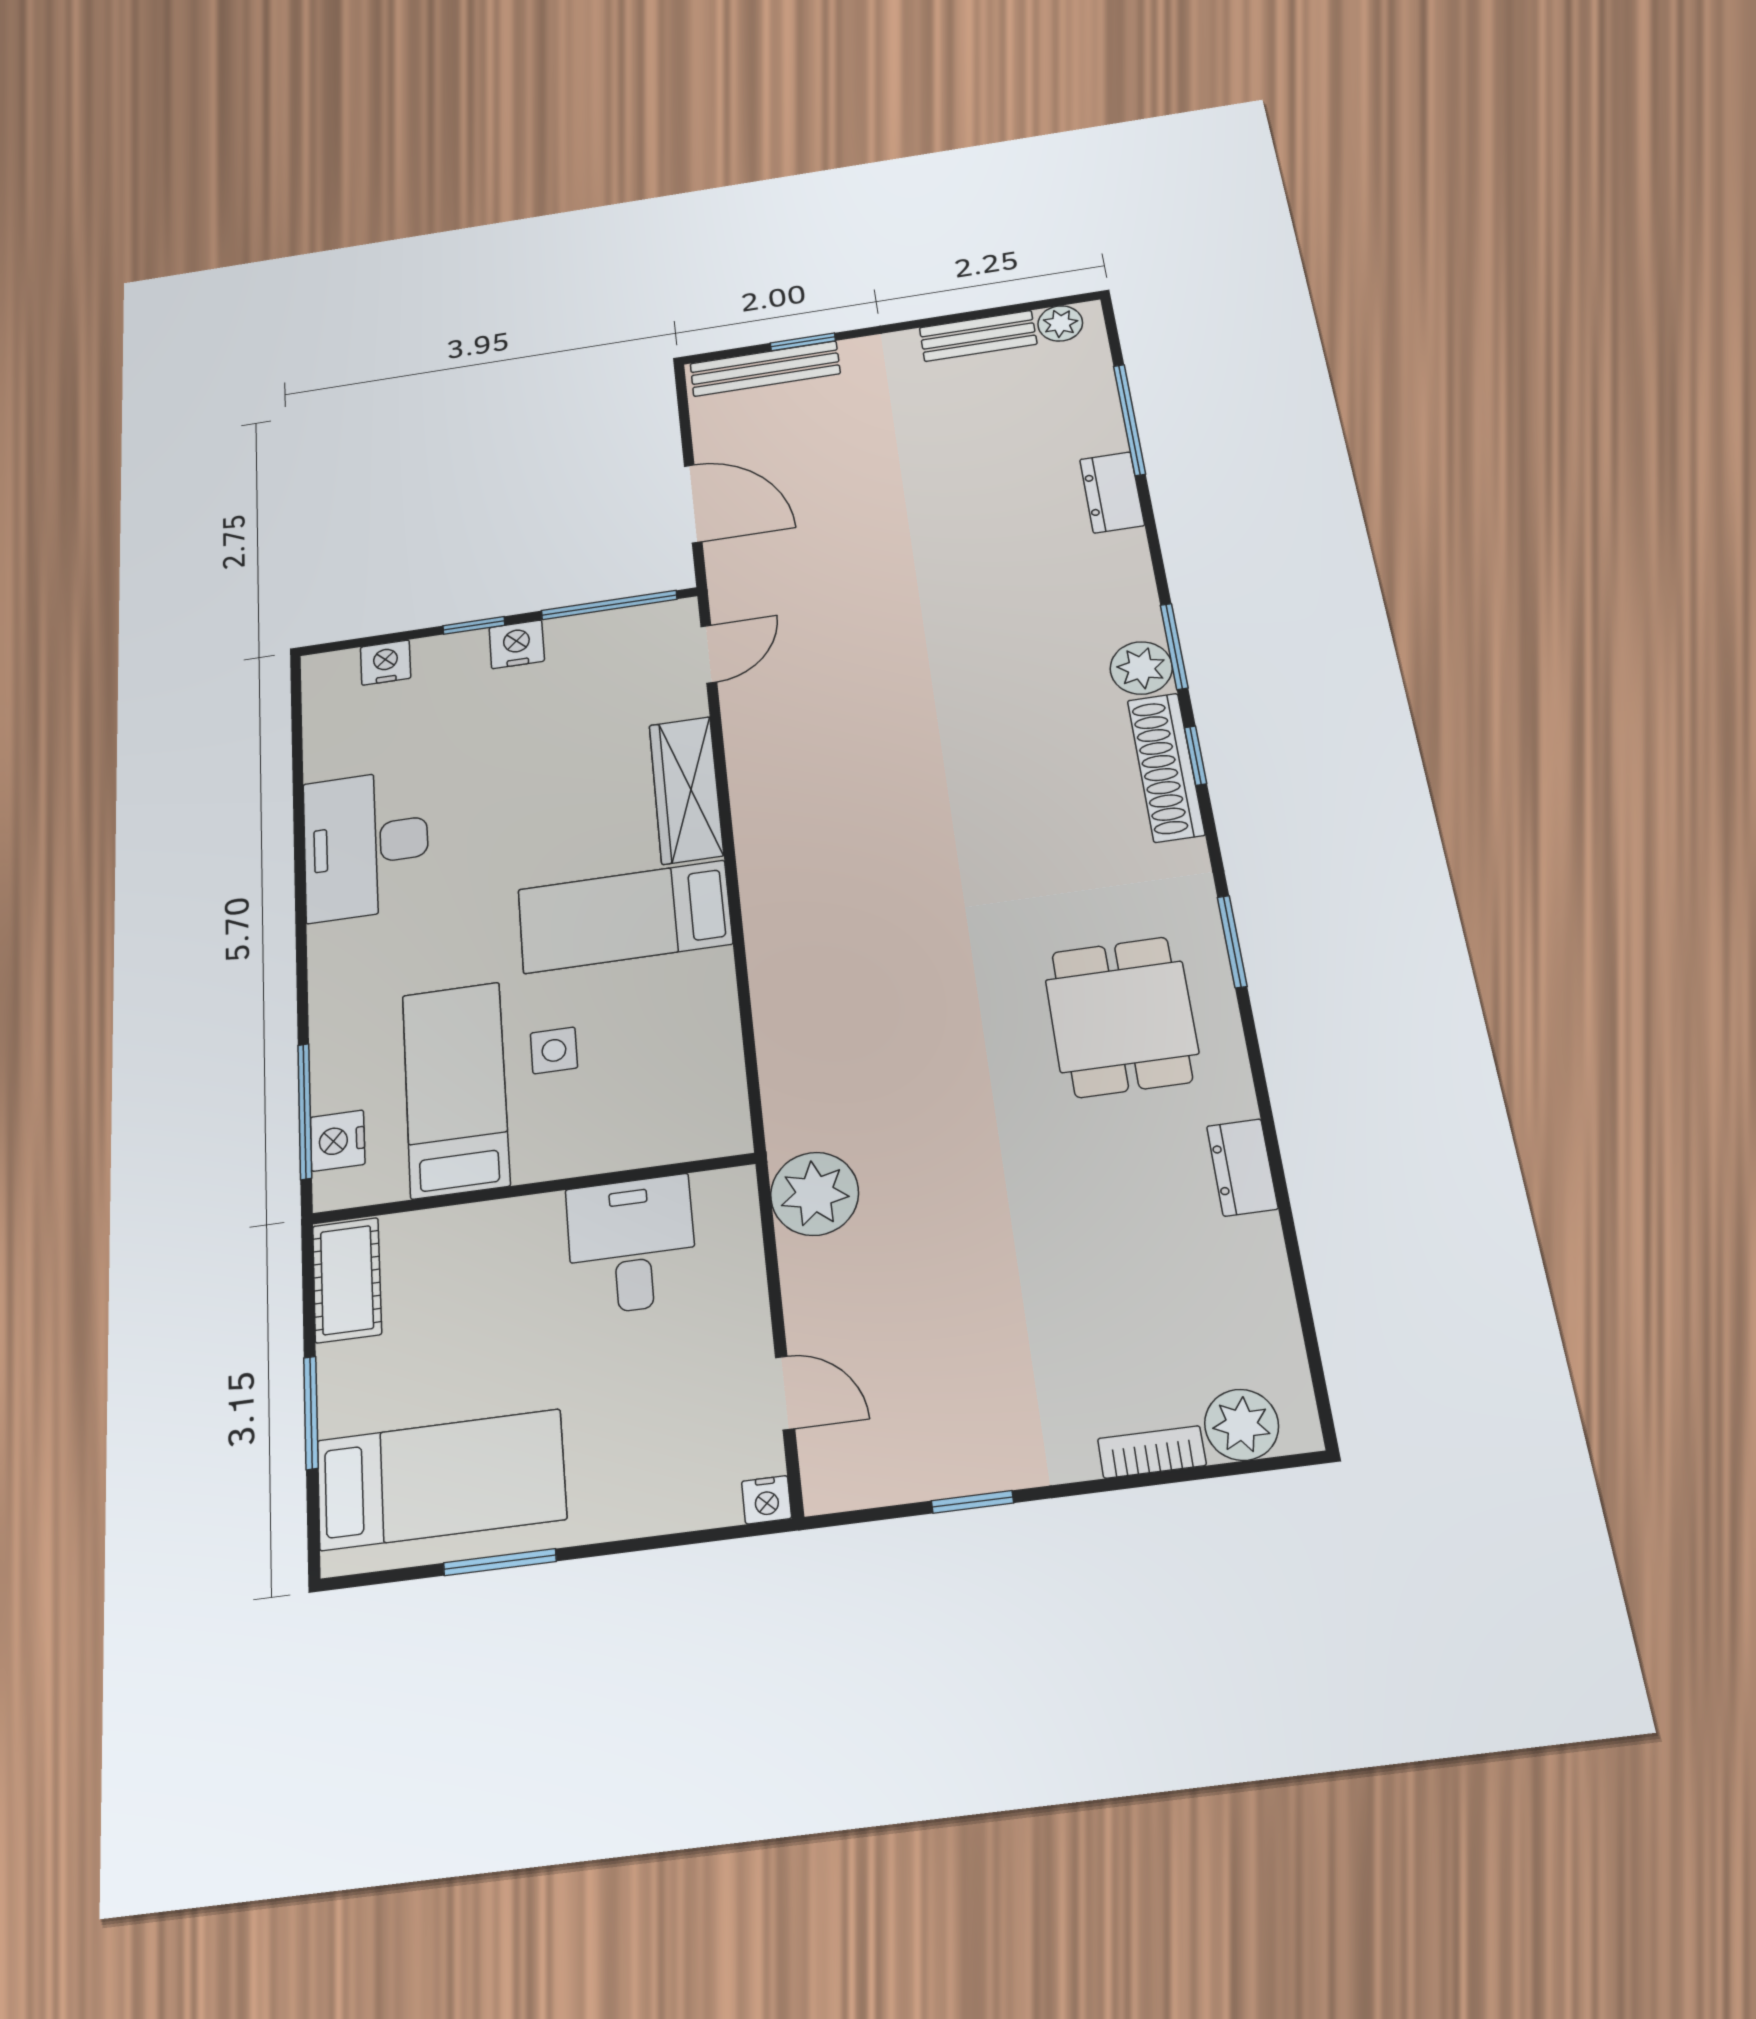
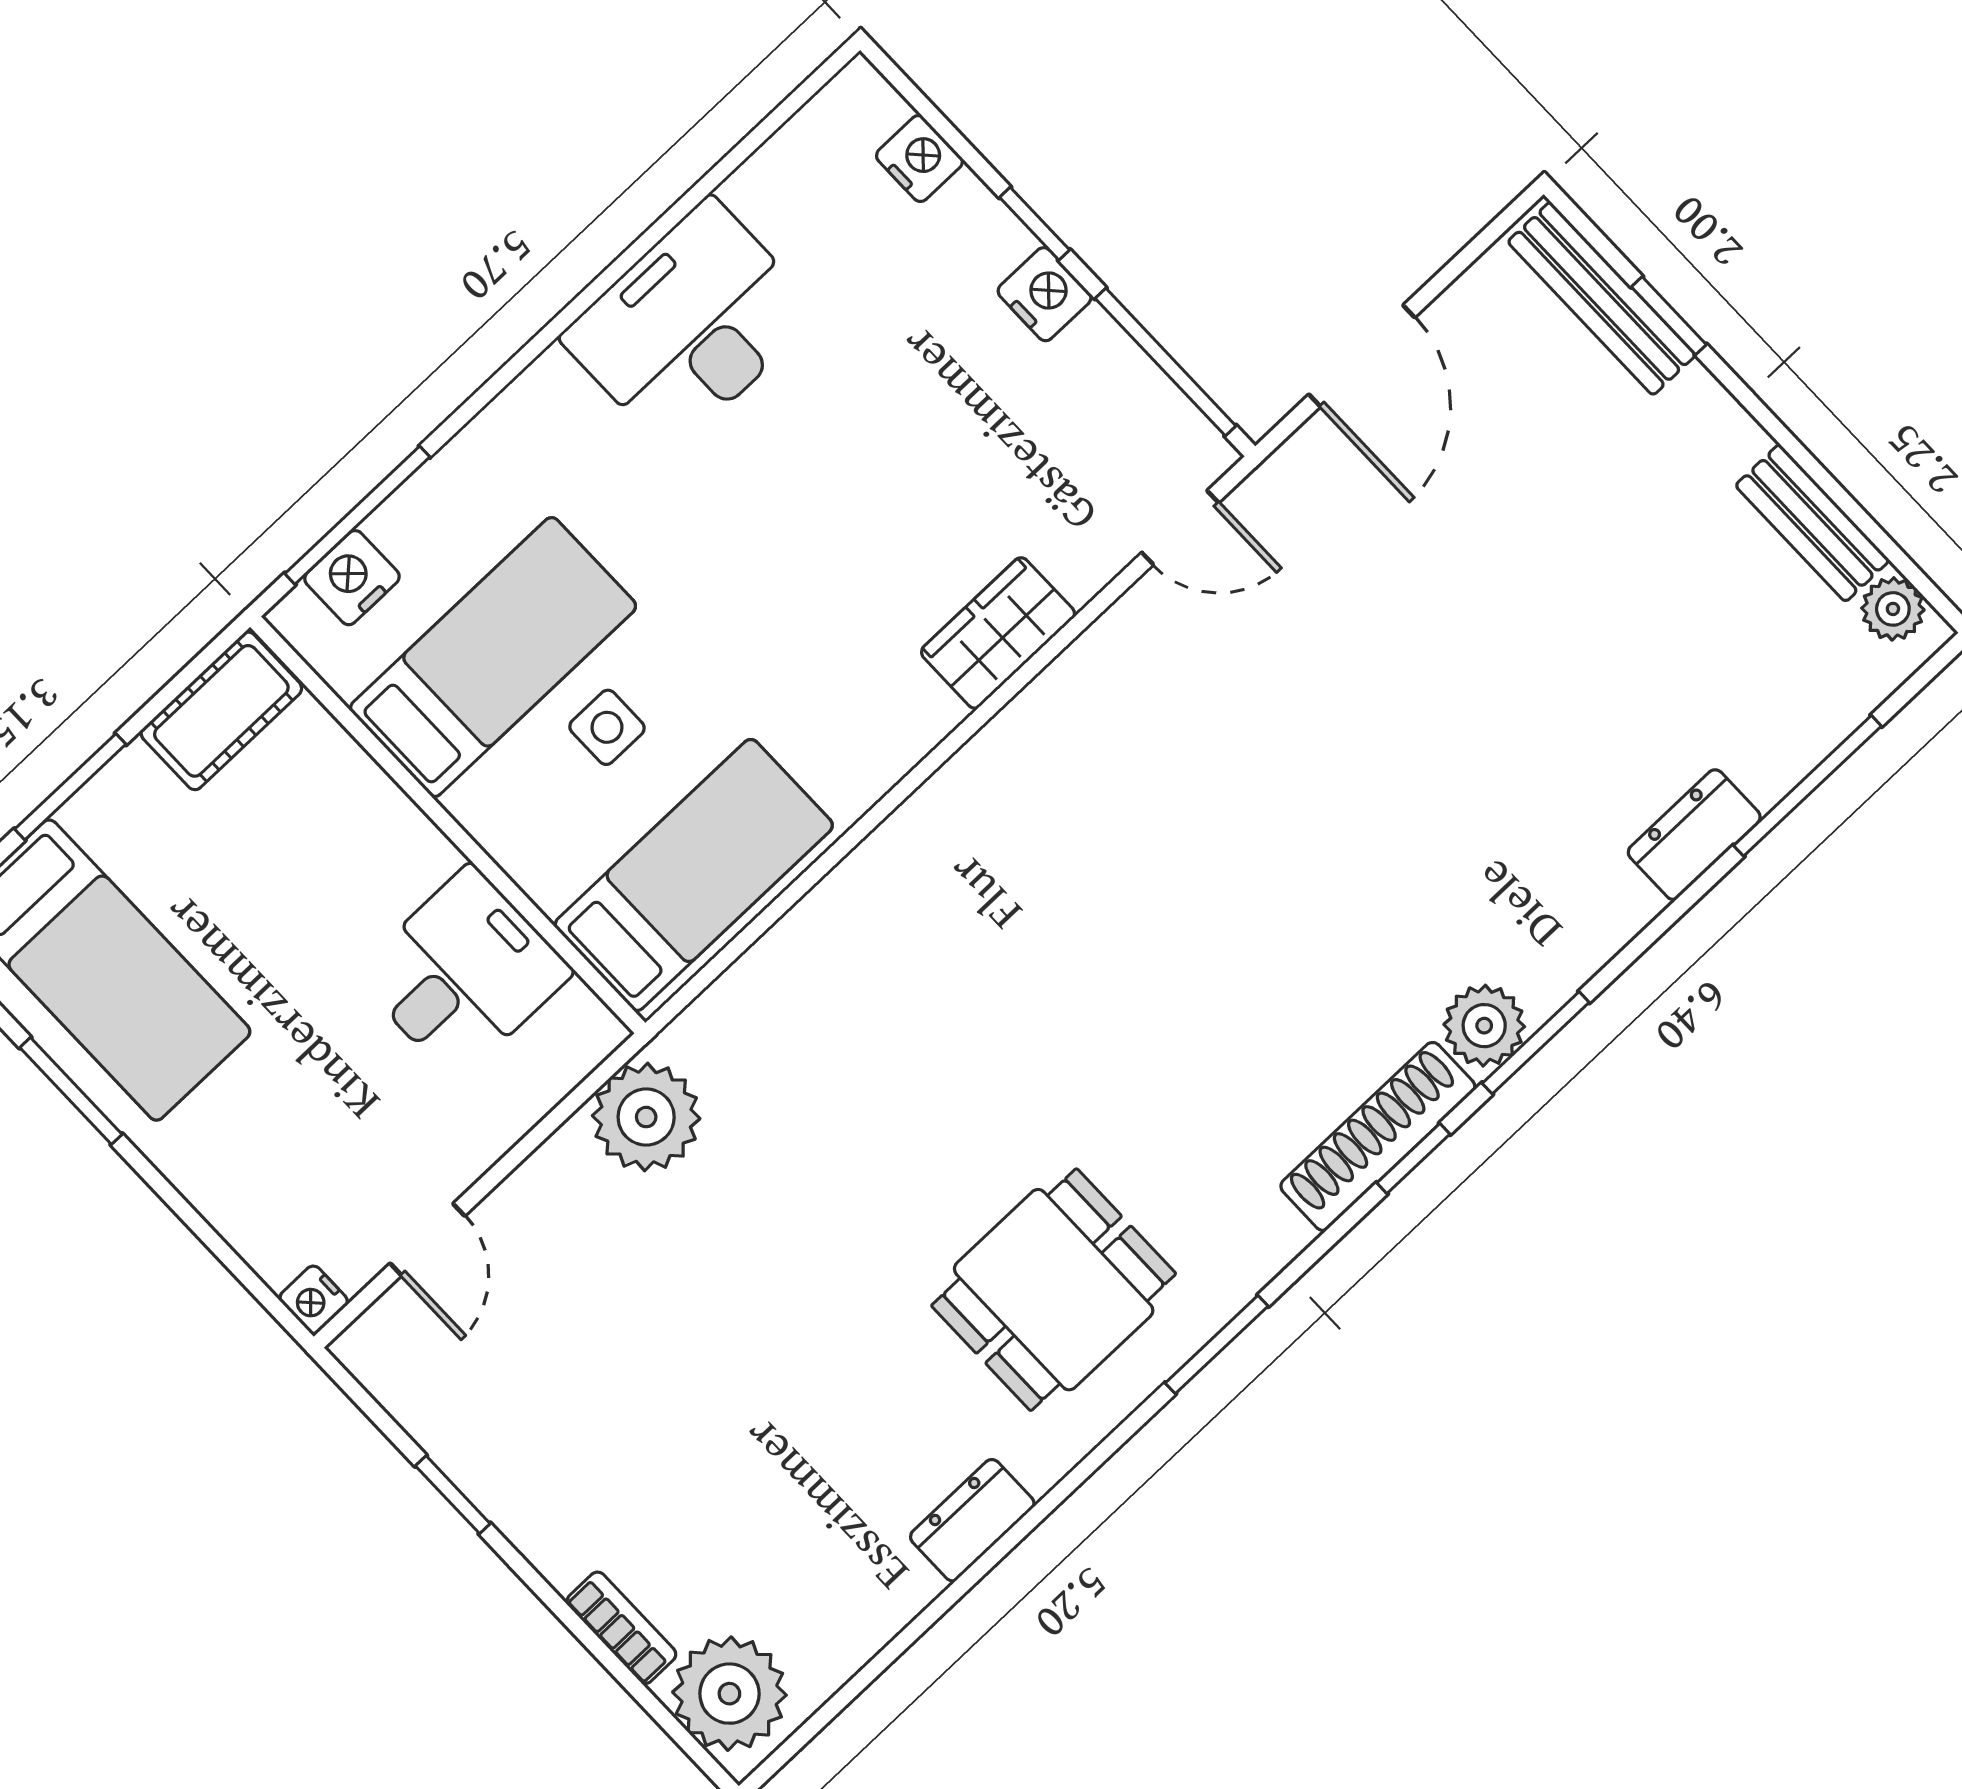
wardrobe: (686, 790) -> (998, 633), width x0.67
bed: (625, 917) -> (694, 875), moved, turned 90
plant: (1242, 1425) -> (729, 1694), width x1.36, depth x1.36

